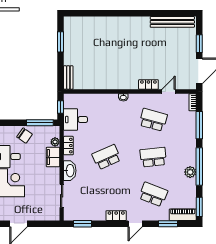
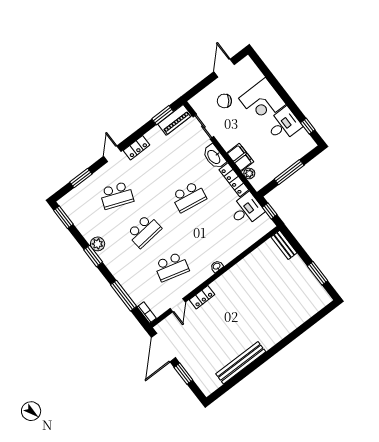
bench: (172, 22) -> (241, 363), moved
window: (40, 123) -> (289, 172), moved
chair: (25, 136) -> (224, 101), moved
locker: (68, 146) -> (234, 180), width x1.53
school desk: (107, 157) -> (189, 197), turned 33
window: (199, 166) -> (93, 256), width x0.47
piano: (183, 215) -> (175, 120), moved

